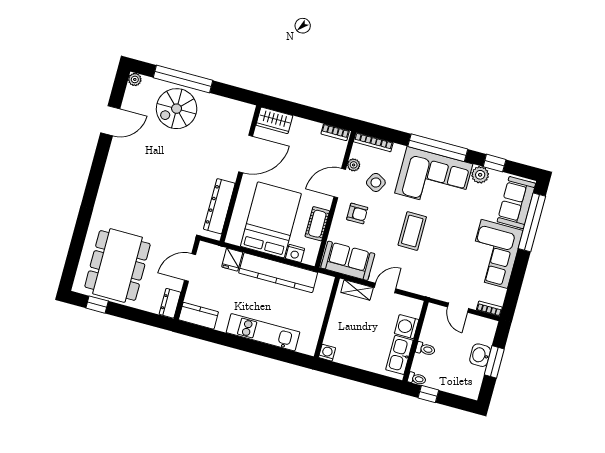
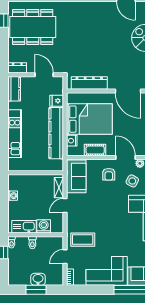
coffee table: (412, 231) -> (83, 240), moved
door: (385, 288) -> (65, 205), swing flipped
washing machine: (327, 353) -> (13, 196), moved

